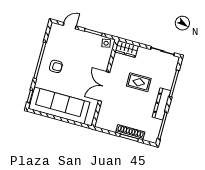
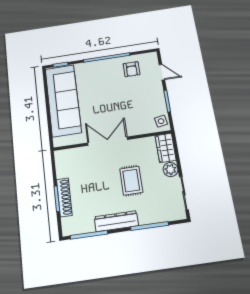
plant: (143, 53) -> (170, 170), added
armchair: (56, 66) -> (131, 69), moved

